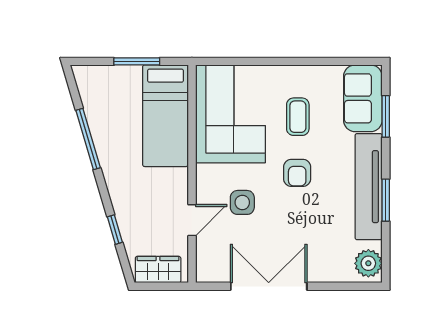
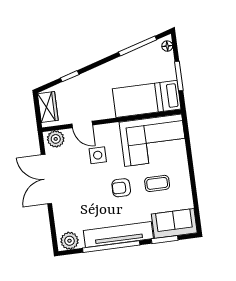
floor lamp: (88, 73) -> (167, 46), added
window: (88, 139) -> (138, 46), moved
window: (386, 200) -> (111, 247), width x2.11
plant: (209, 264) -> (56, 139), added
double door: (269, 286) -> (46, 179), swing flipped

